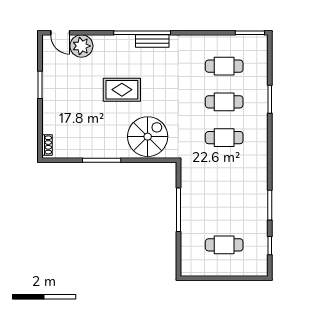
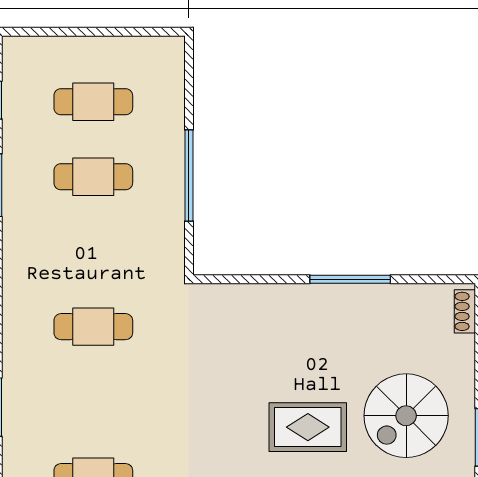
cafe table: (224, 102) -> (93, 177), moved
spiral stairs: (148, 137) -> (406, 416), moved

